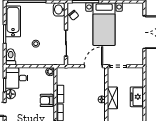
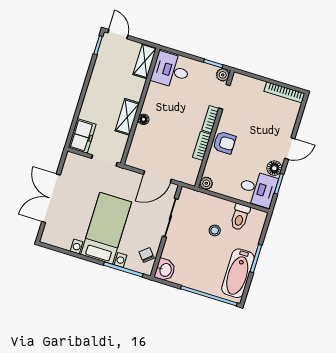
toilet: (11, 57) -> (240, 217), moved
door: (93, 66) -> (157, 177), moved
freezer: (137, 97) -> (82, 136), moved

